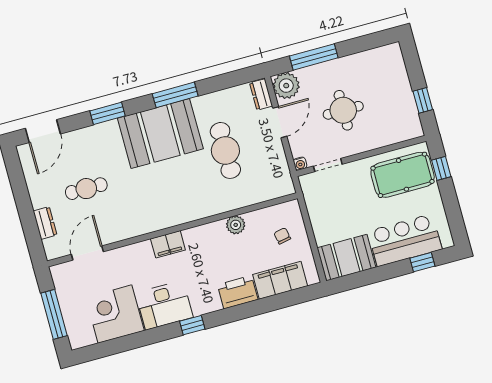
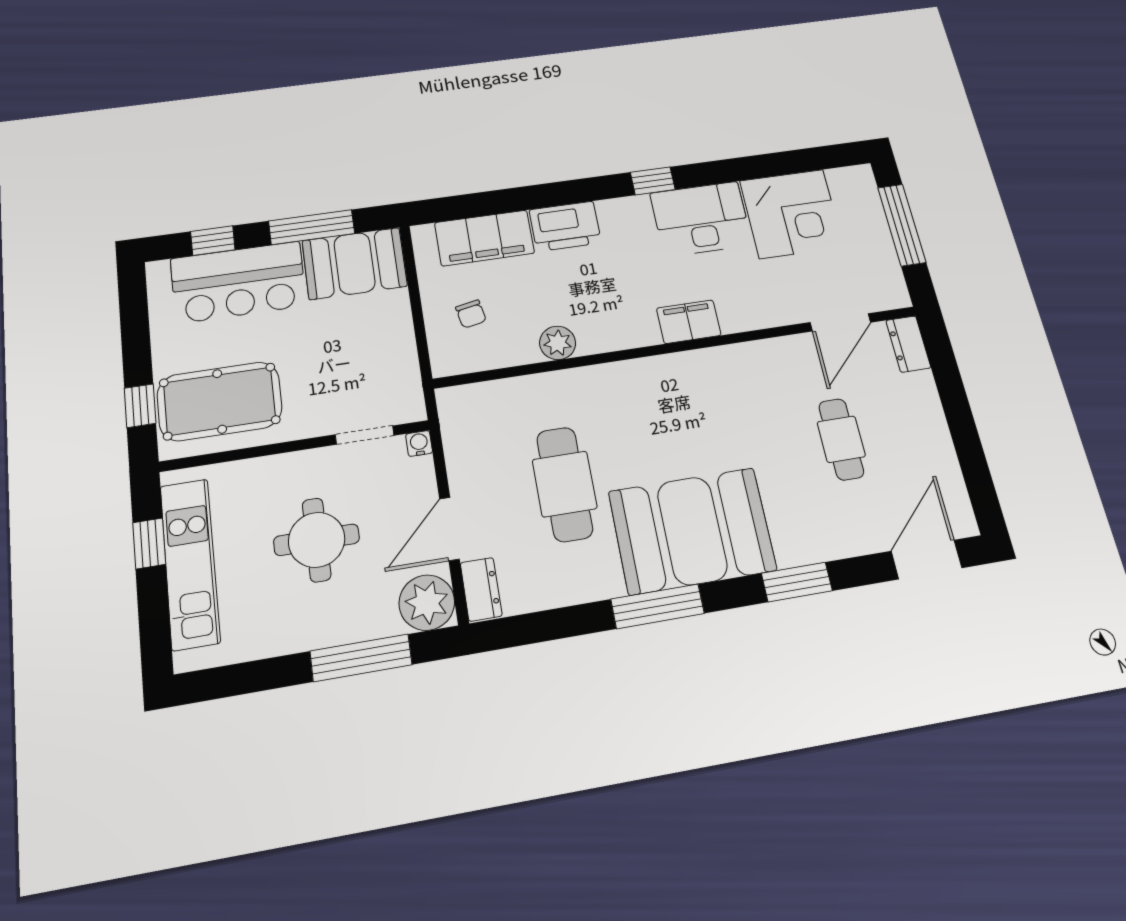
kitchen unit: (402, 93) -> (190, 563), added
cafe table: (86, 189) -> (841, 439), turned 90
dresser: (45, 223) -> (908, 344), moved
window: (372, 276) -> (312, 227), added

